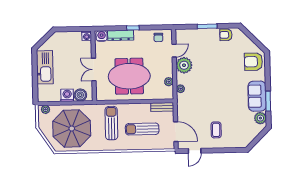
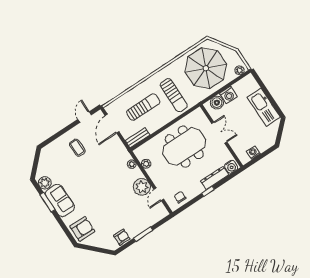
washing machine: (87, 36) -> (253, 153), moved
door: (176, 132) -> (112, 124), hinge flipped

